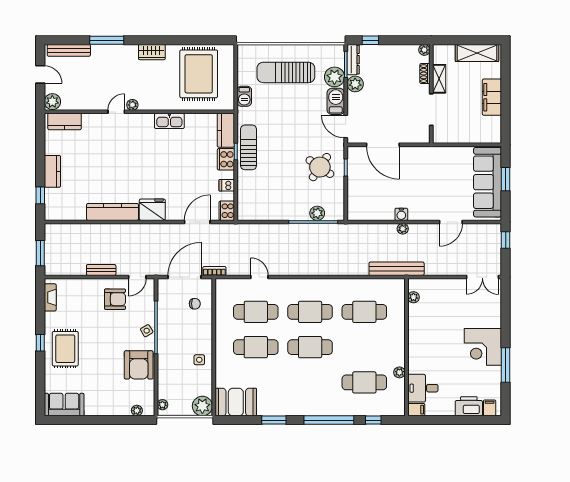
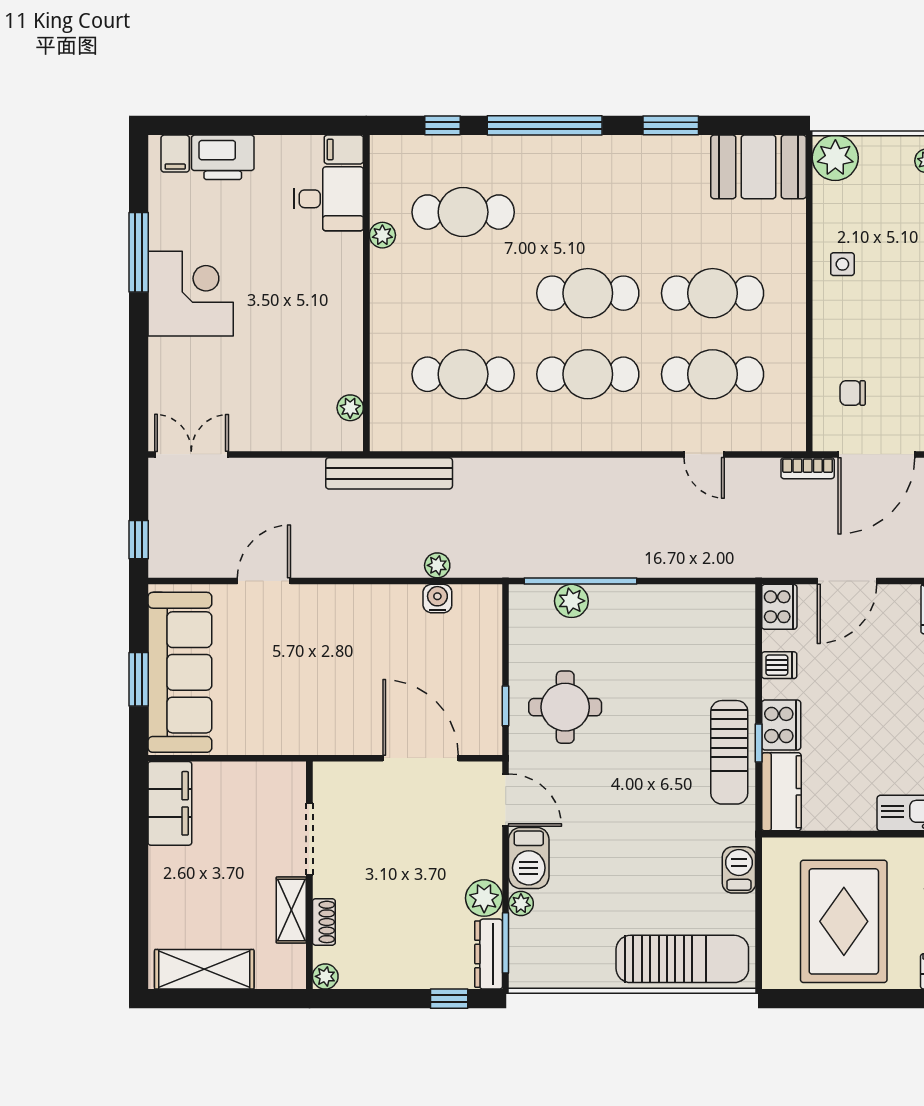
sun lounger: (286, 72) -> (682, 959), moved
plant: (334, 77) -> (521, 903), width x0.53, depth x0.53
filing cabinet: (492, 97) -> (170, 803), moved
round table: (320, 167) -> (565, 707), turned -34
water cooler: (401, 214) -> (437, 599), moved
plant: (403, 229) -> (437, 565), moved

